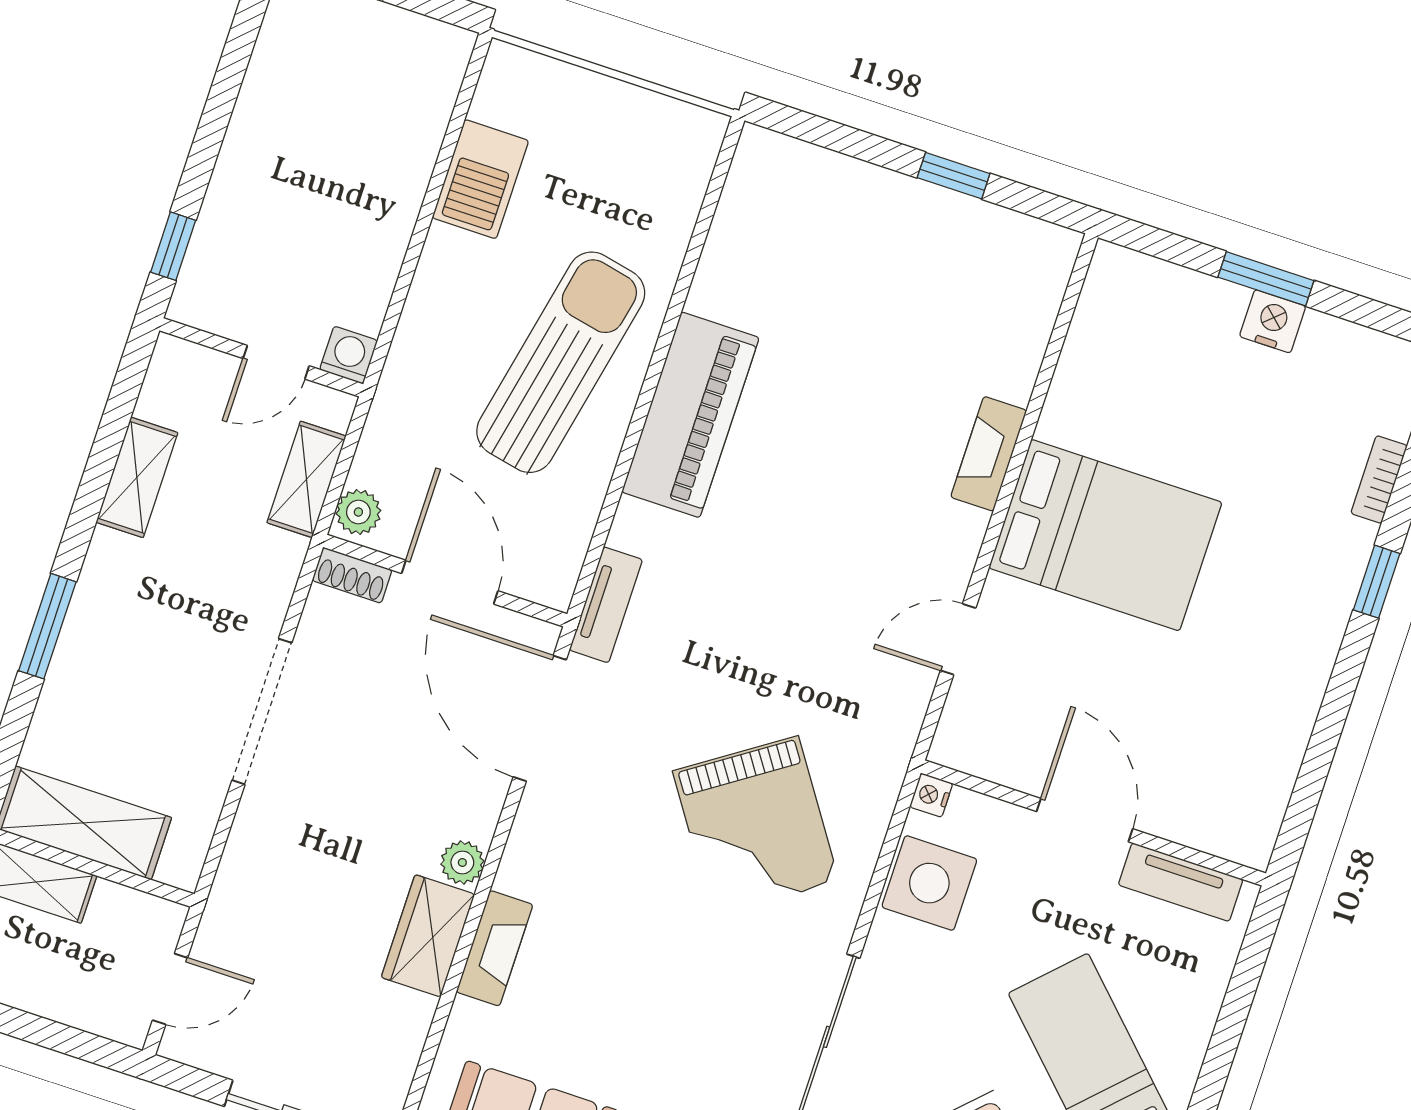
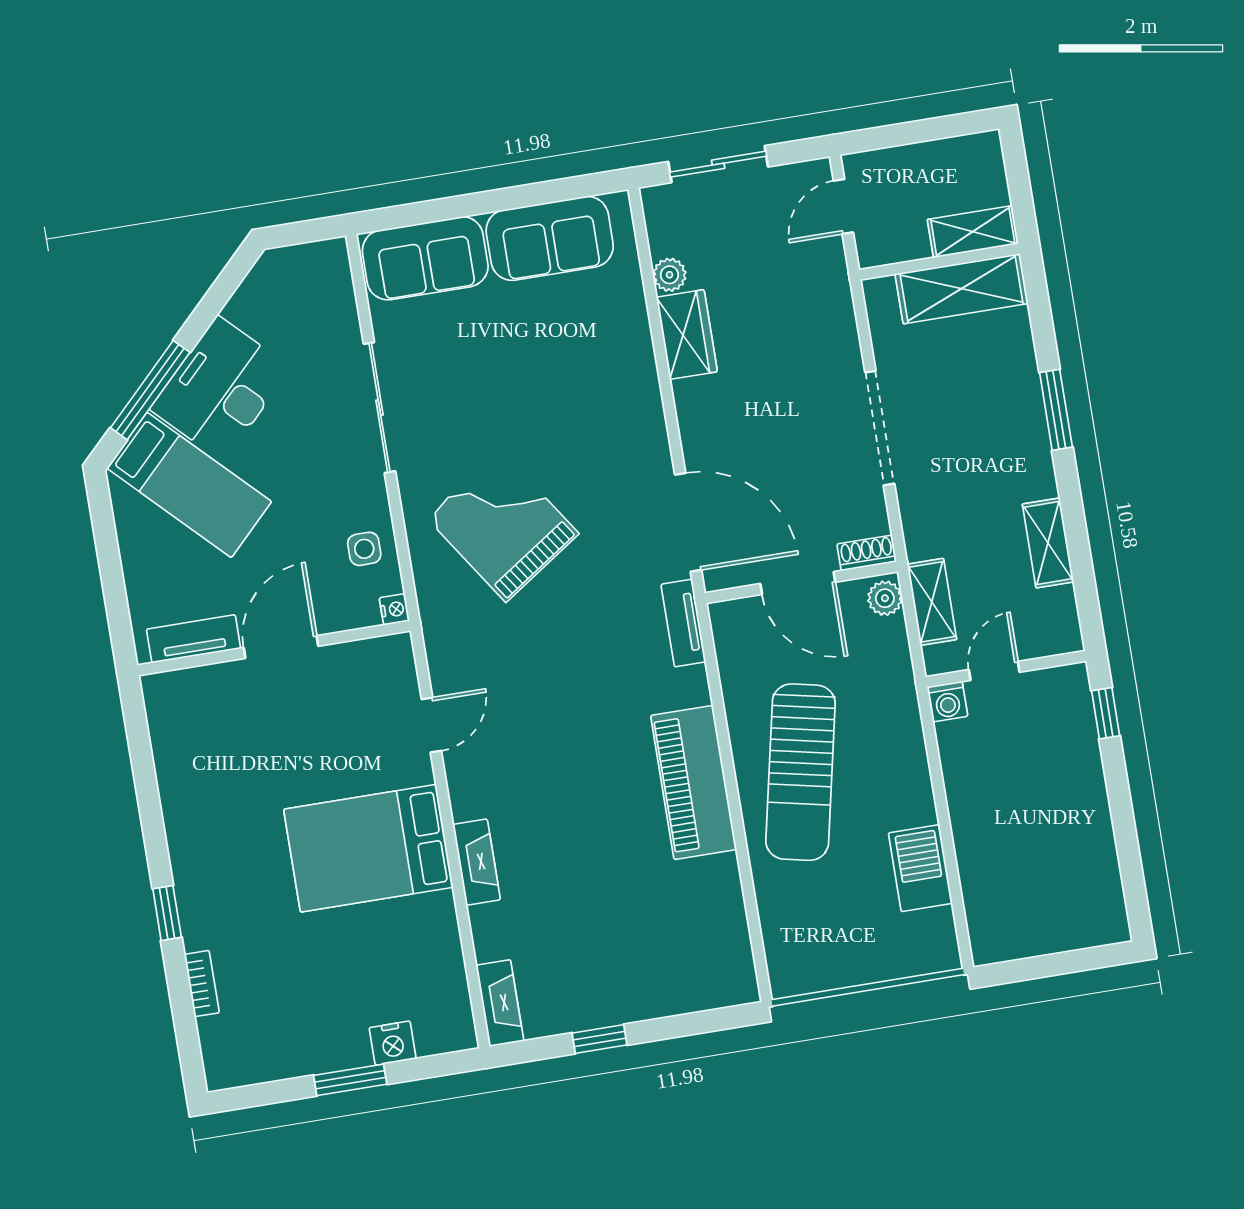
nightstand: (1273, 321) -> (393, 1043), moved
door: (1085, 820) -> (281, 647), swing flipped
plant: (462, 863) -> (669, 275), moved
side table: (929, 883) -> (364, 549), width x0.54, depth x0.54
fireplace: (495, 948) -> (500, 1003), moved, turned 180

